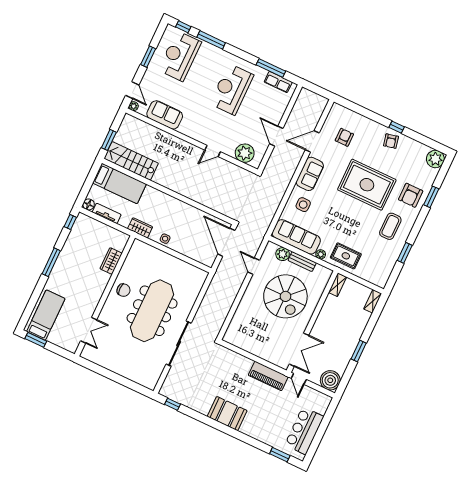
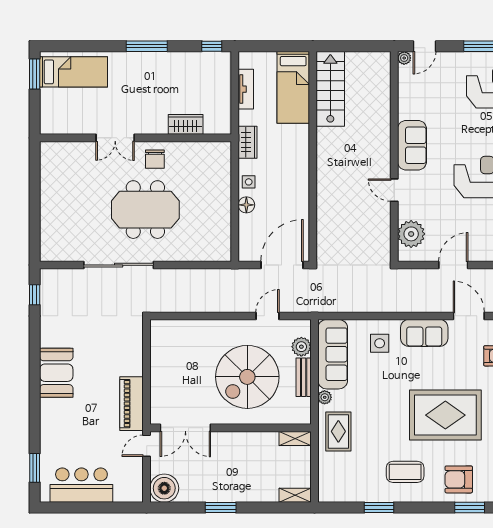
sofa: (165, 115) -> (412, 145), moved
window: (109, 140) -> (344, 46), removed
rug: (367, 185) -> (445, 415), turned 90
floor lamp: (89, 204) -> (246, 205), moved
meeting table: (152, 311) -> (145, 210), width x0.73
double door: (89, 330) -> (115, 138), moved

